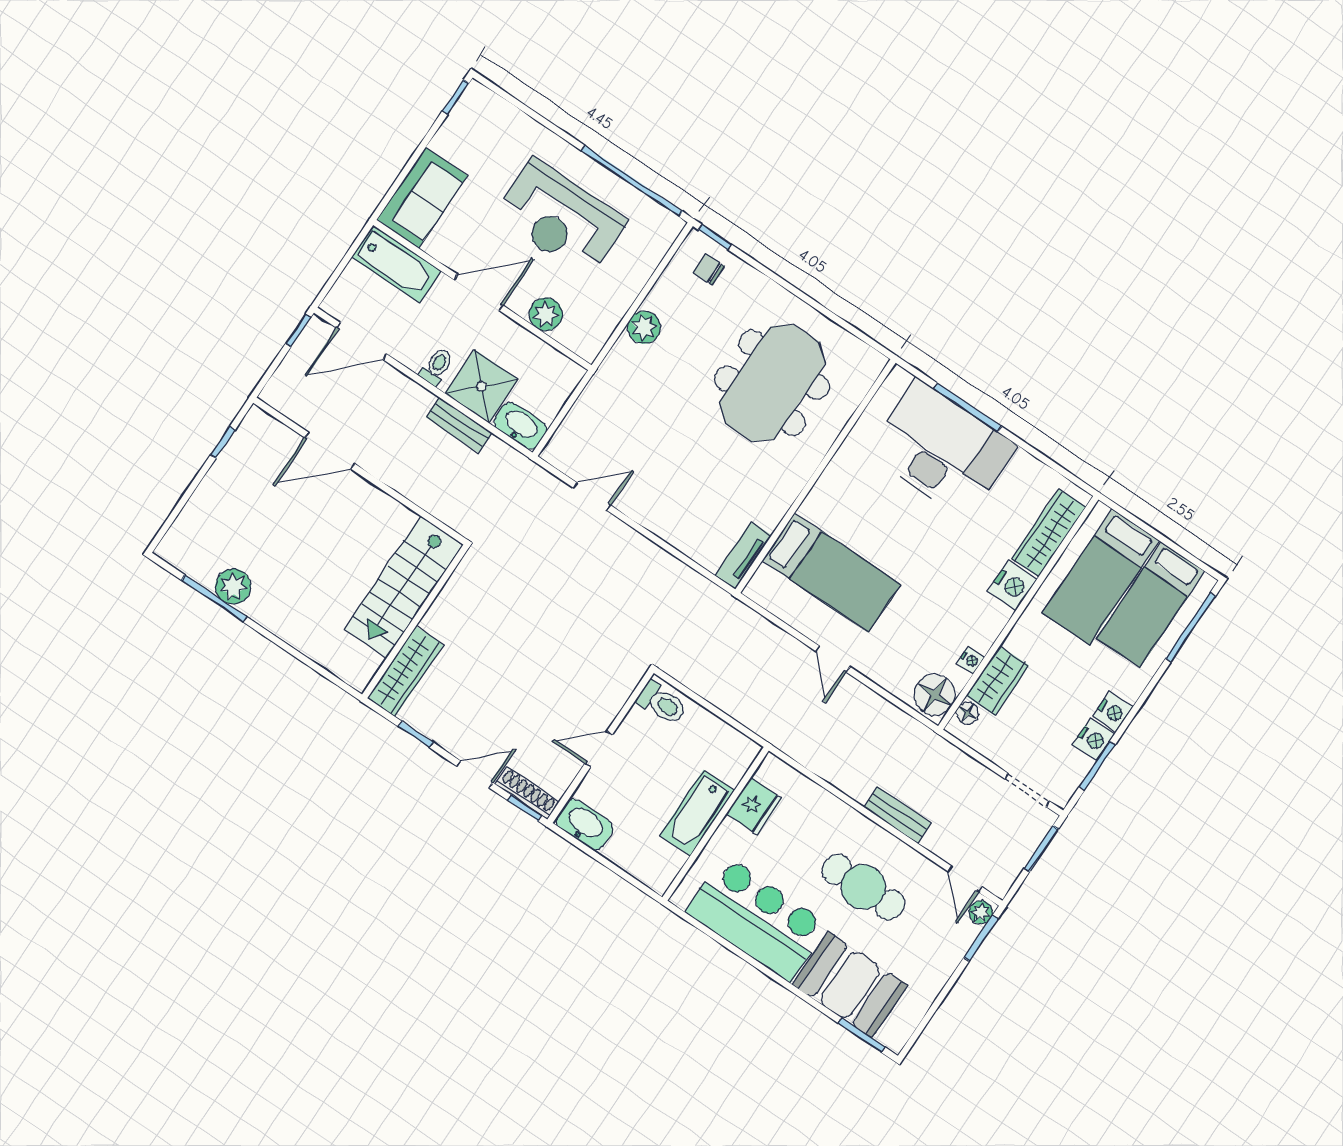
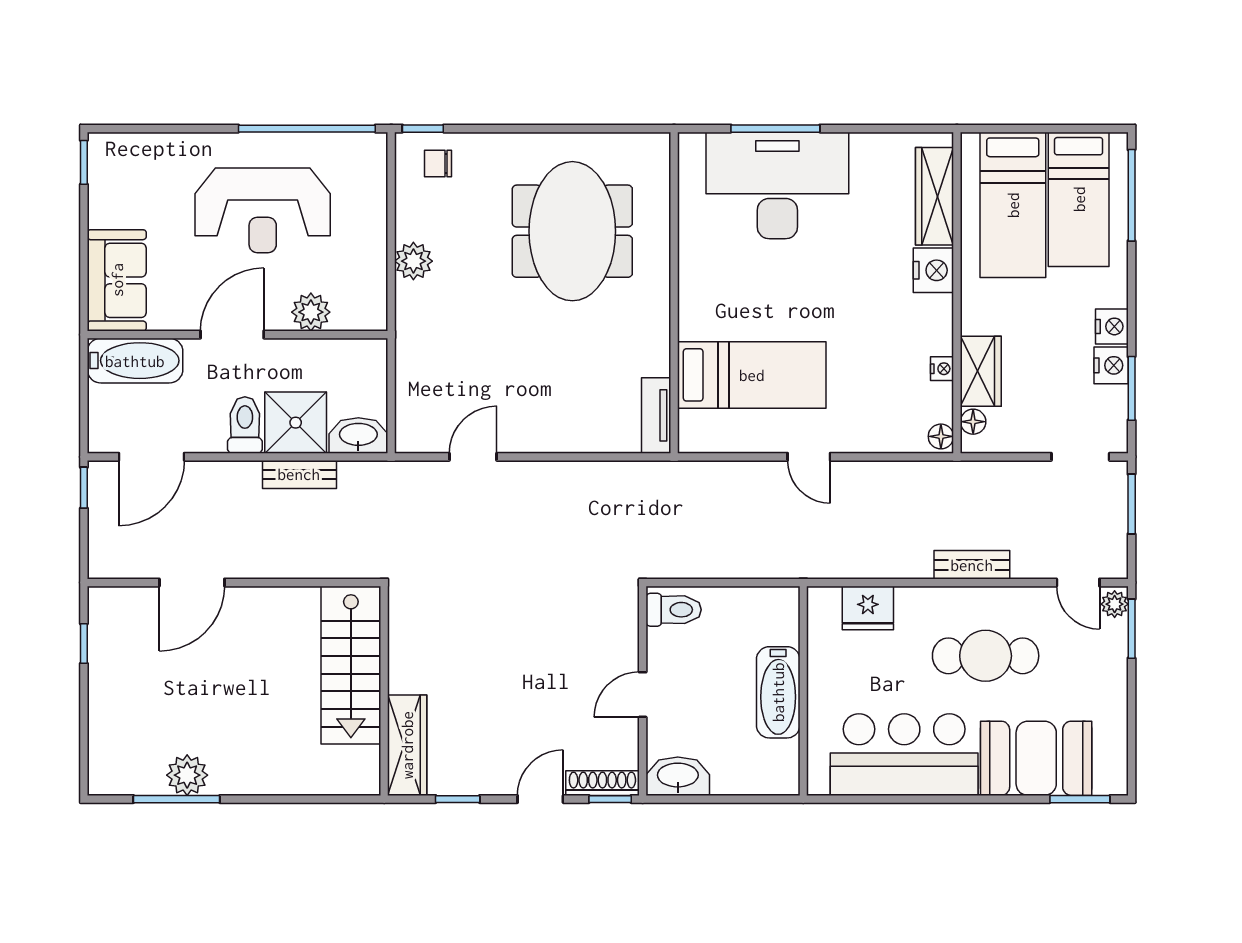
toilet: (437, 367) -> (245, 425), width x1.37, depth x1.39
floor lamp: (935, 695) -> (941, 436), width x0.53, depth x0.53
fridge: (754, 806) -> (868, 608), moved, turned 90

